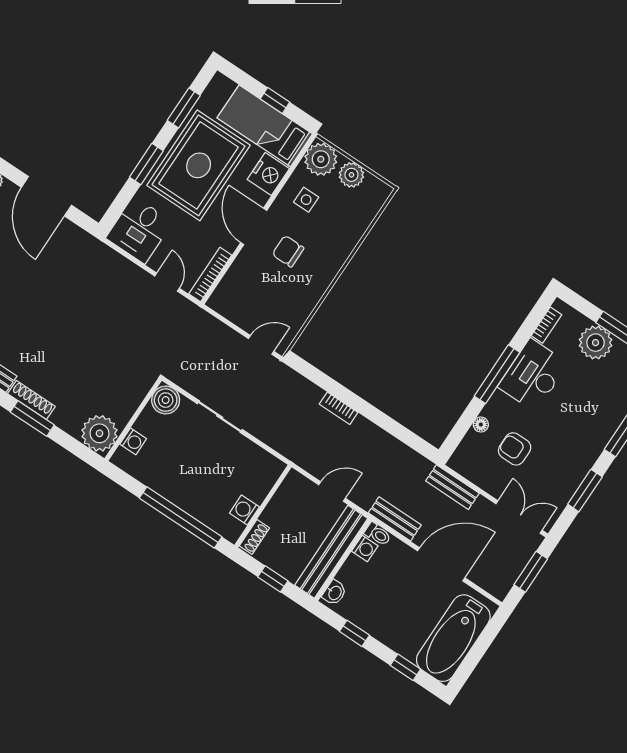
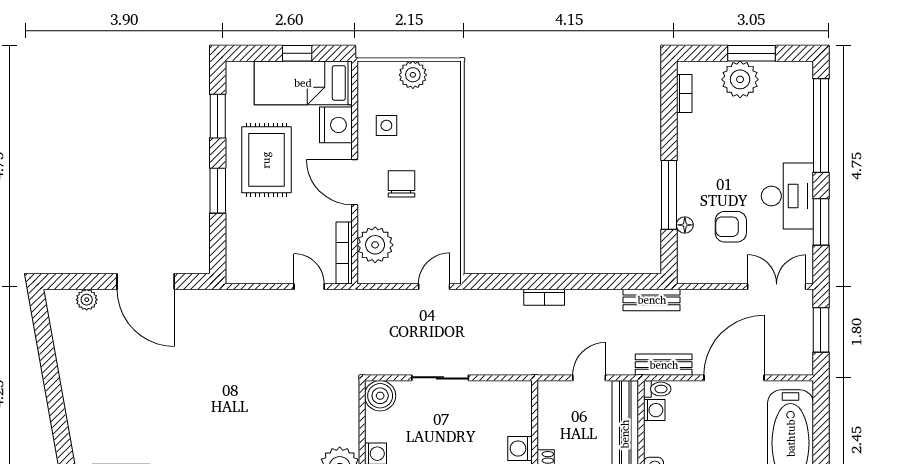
plant: (321, 159) -> (375, 245), moved
rug: (199, 165) -> (266, 160), width x0.73, depth x0.69
desk: (139, 230) -> (252, 256), removed
chair: (288, 251) -> (401, 184), turned 90
window: (497, 374) -> (669, 195), moved
desk: (533, 375) -> (787, 196), moved, turned 180
bench: (452, 487) -> (652, 300), moved

